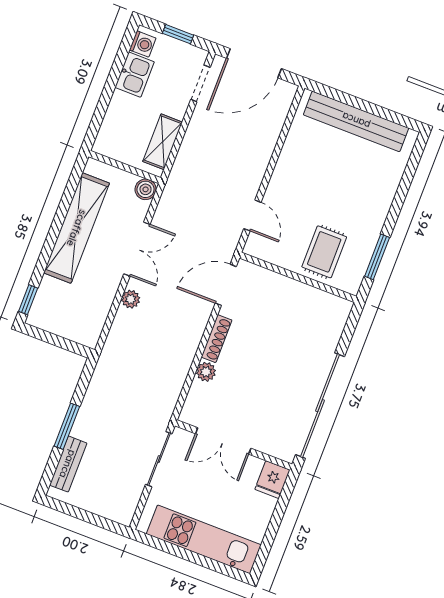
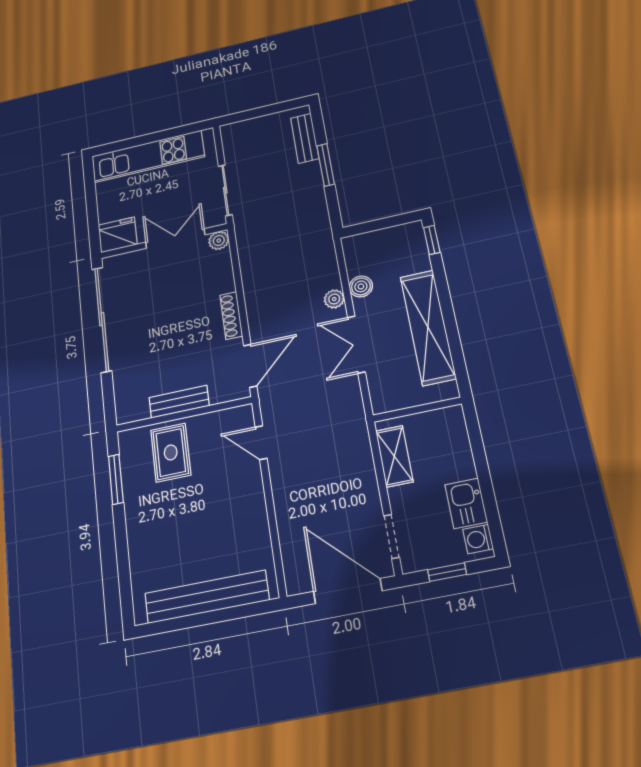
door: (254, 63) -> (348, 591), hinge flipped
boiler: (146, 189) -> (361, 286), moved
bench: (296, 290) -> (179, 402), added
plant: (206, 372) -> (219, 240), moved
fridge: (272, 480) -> (118, 235), width x1.38

